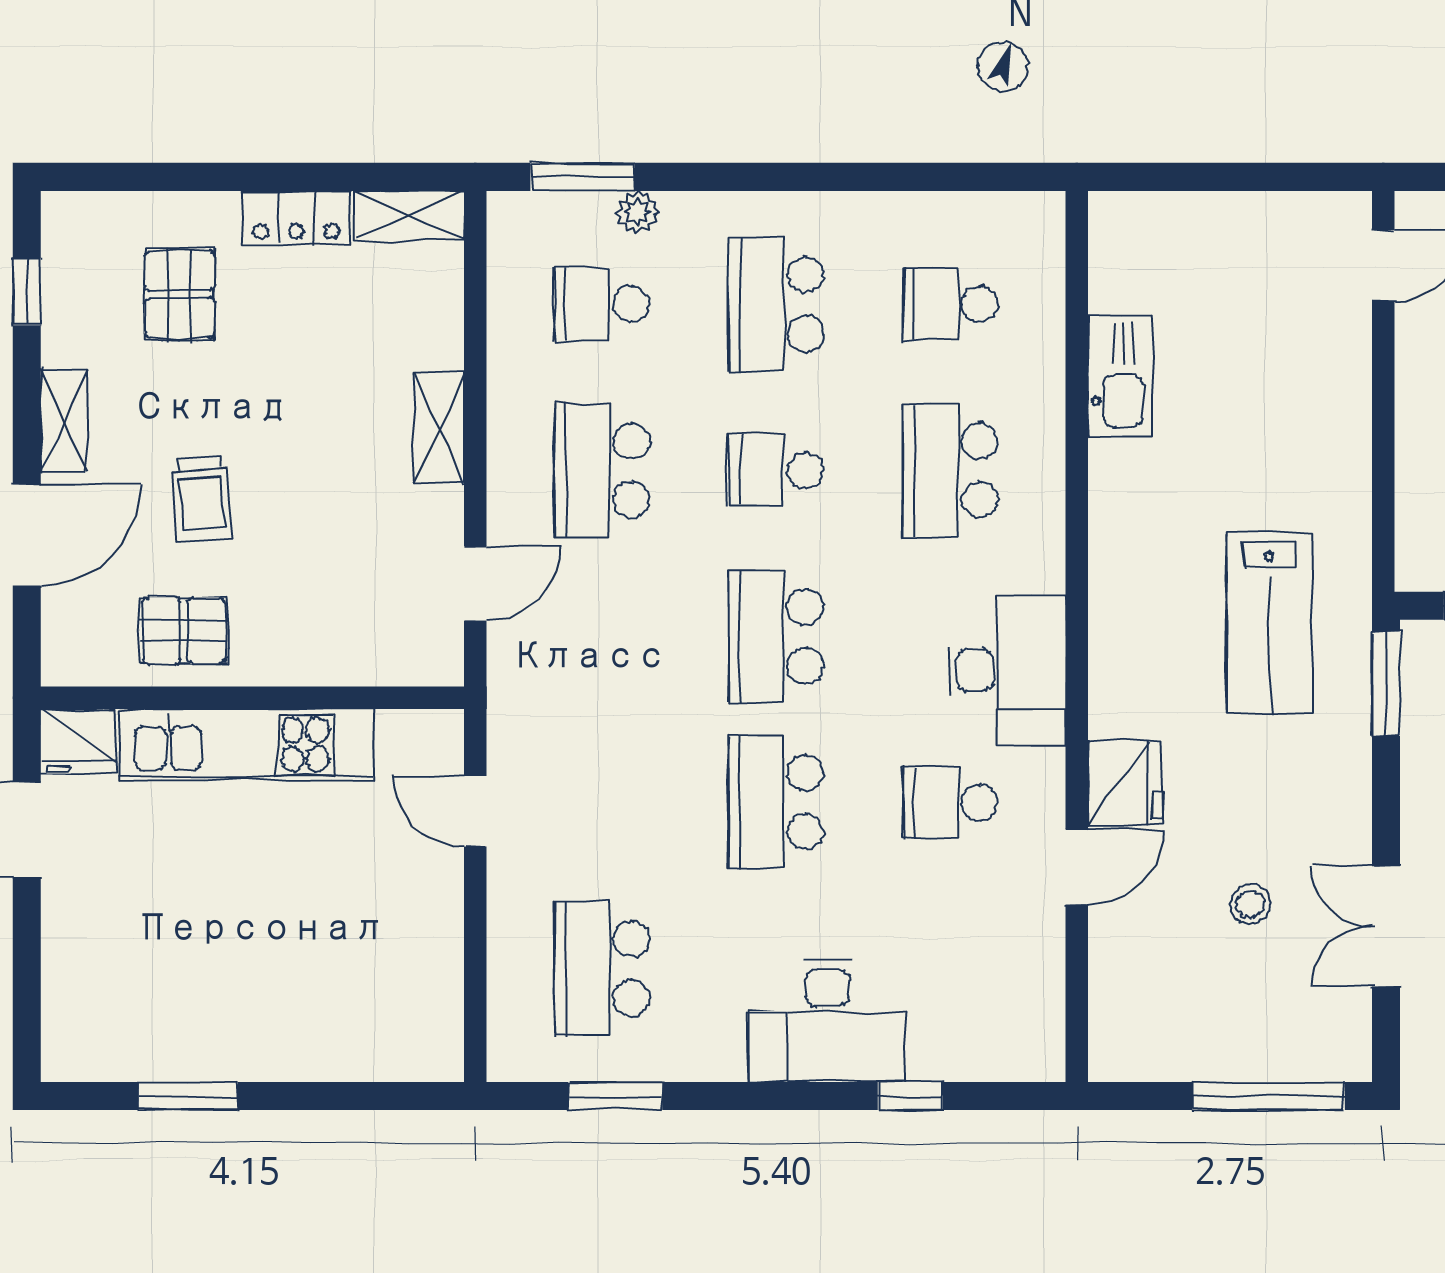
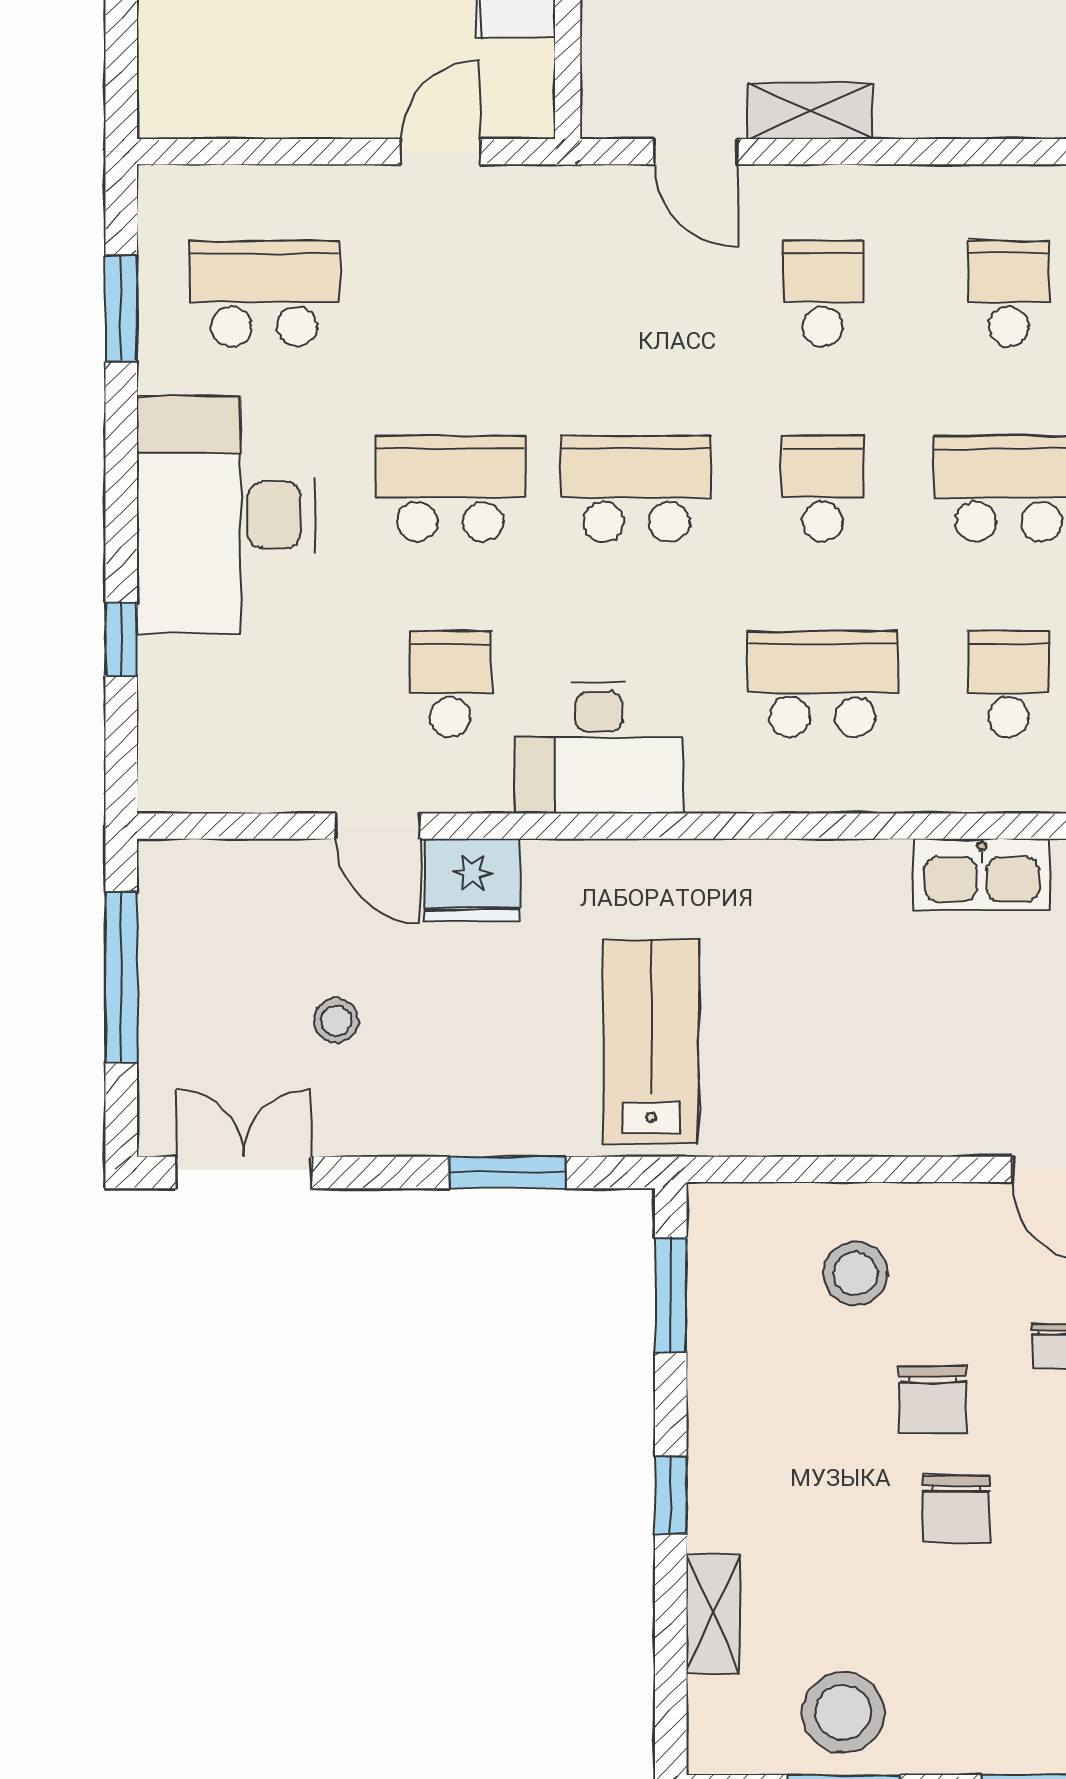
kitchen sink: (1120, 377) -> (982, 874), moved
shelving: (439, 428) -> (810, 111), moved
school desk: (602, 470) -> (823, 294), width x0.54
lab bench: (1269, 623) -> (651, 1042), turned 90
window: (1386, 684) -> (507, 1173), moved
double door: (1386, 926) -> (244, 1173), moved
desk: (828, 1021) -> (226, 515), width x1.36, depth x1.30
window: (1269, 1096) -> (121, 977), moved

